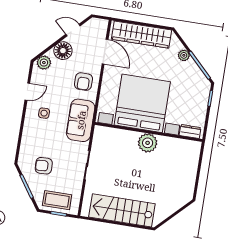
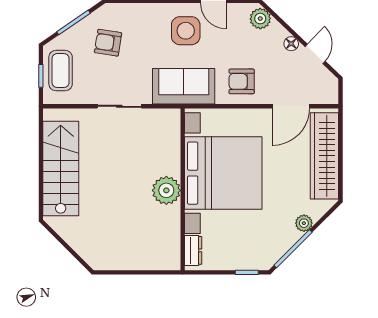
floor lamp: (63, 51) -> (291, 44), width x0.53, depth x0.53
side table: (44, 113) -> (186, 31), width x1.87, depth x1.87
armchair: (44, 166) -> (108, 43), turned -79

